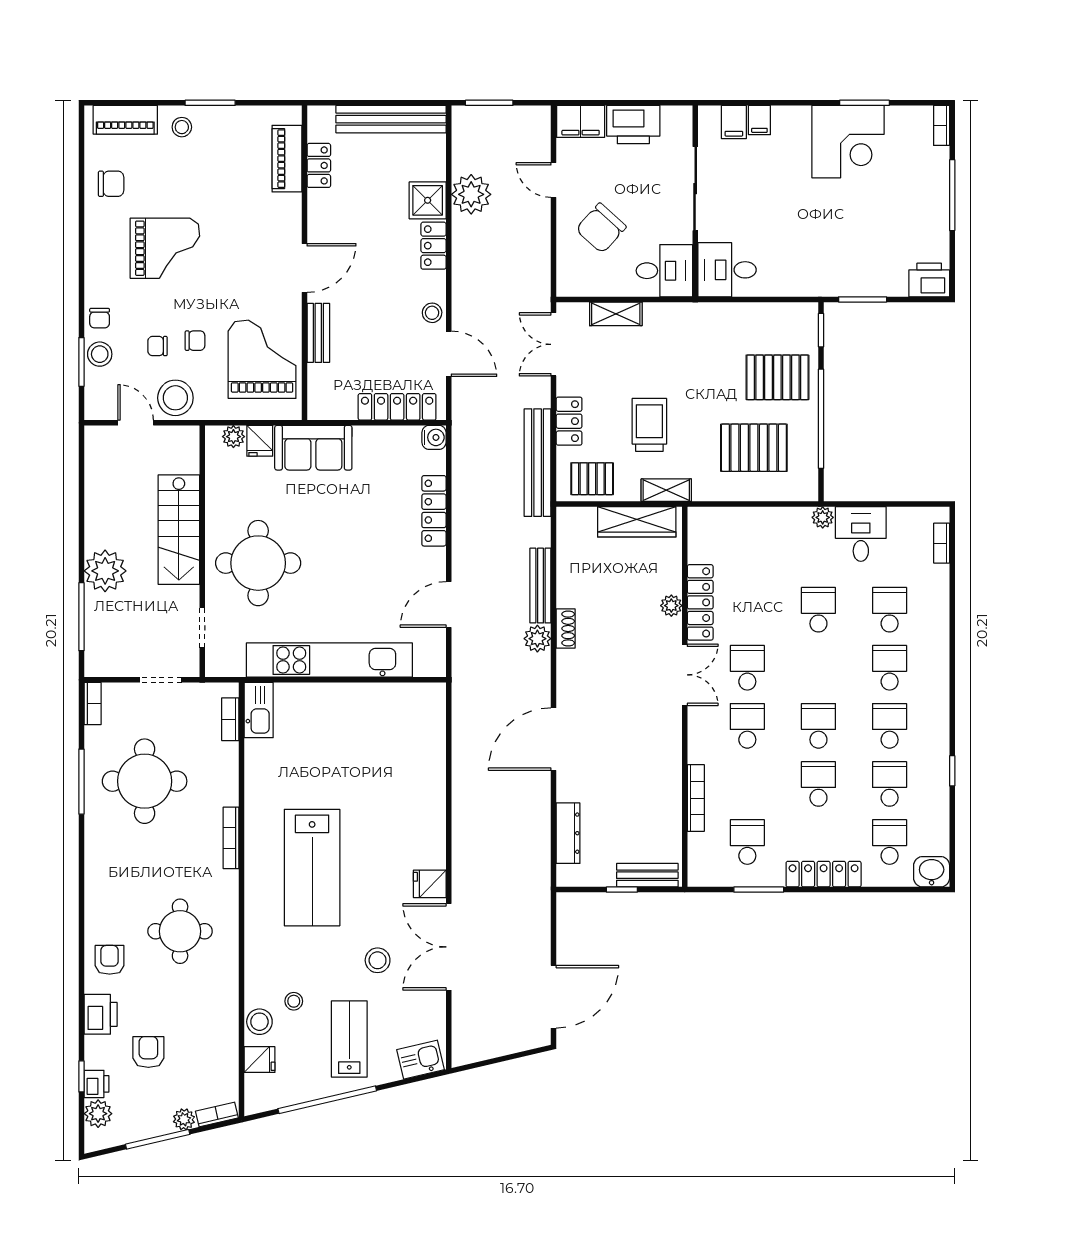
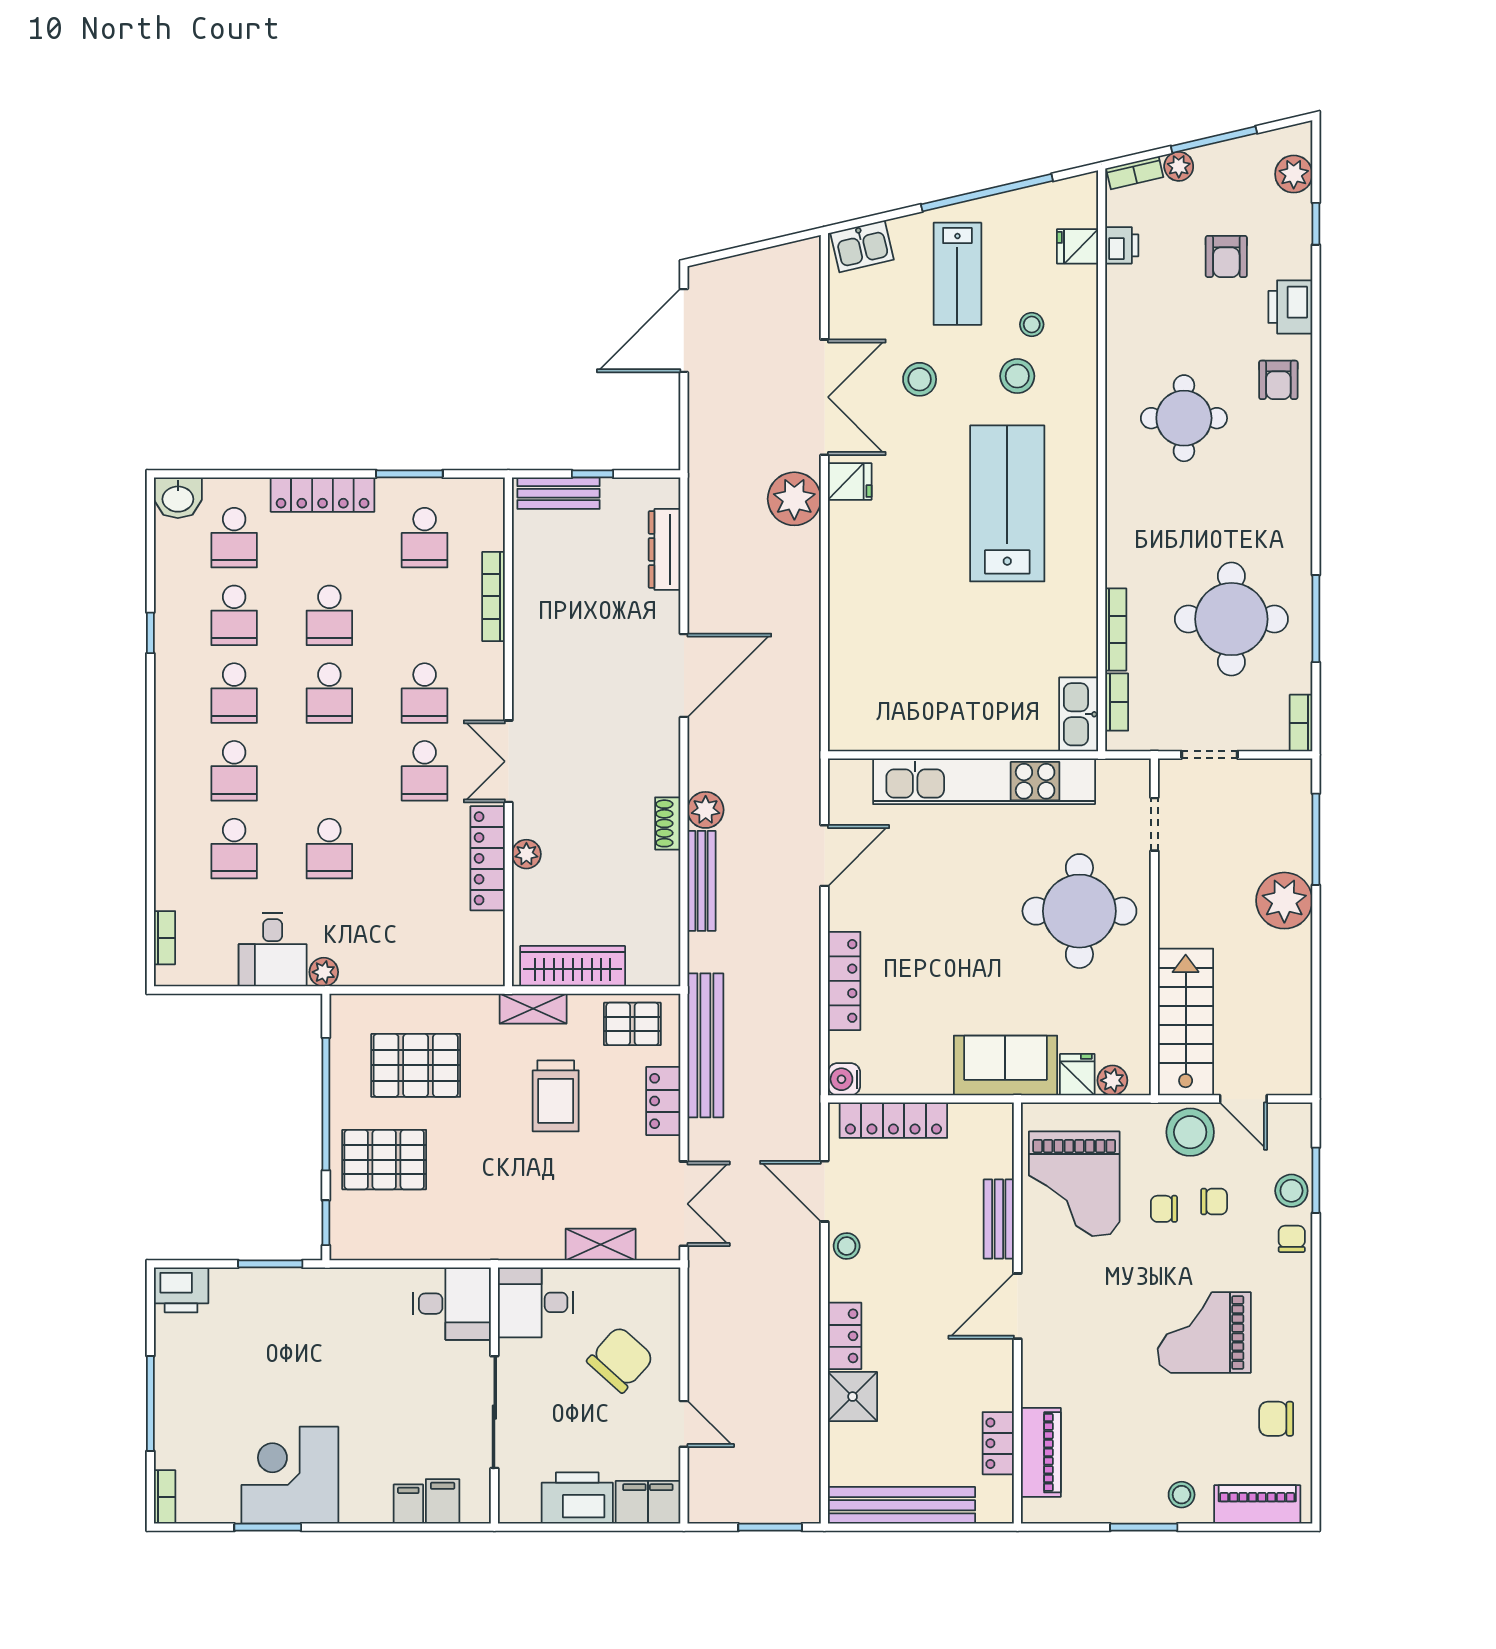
plant: (471, 194) -> (794, 499), moved
stairs: (179, 530) -> (1186, 1022), moved
bookcase: (231, 838) -> (1116, 629), moved
stool: (259, 1022) -> (1017, 376), moved
printer: (96, 1084) -> (1122, 245), moved, turned 180

